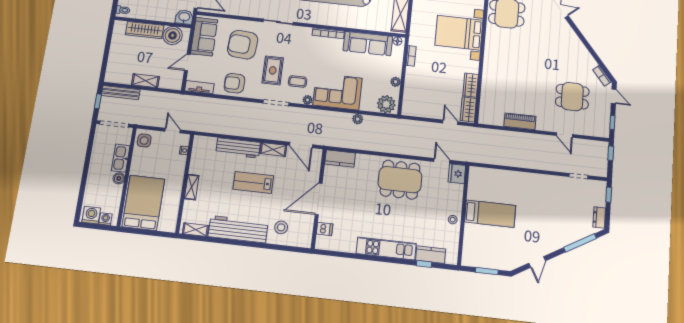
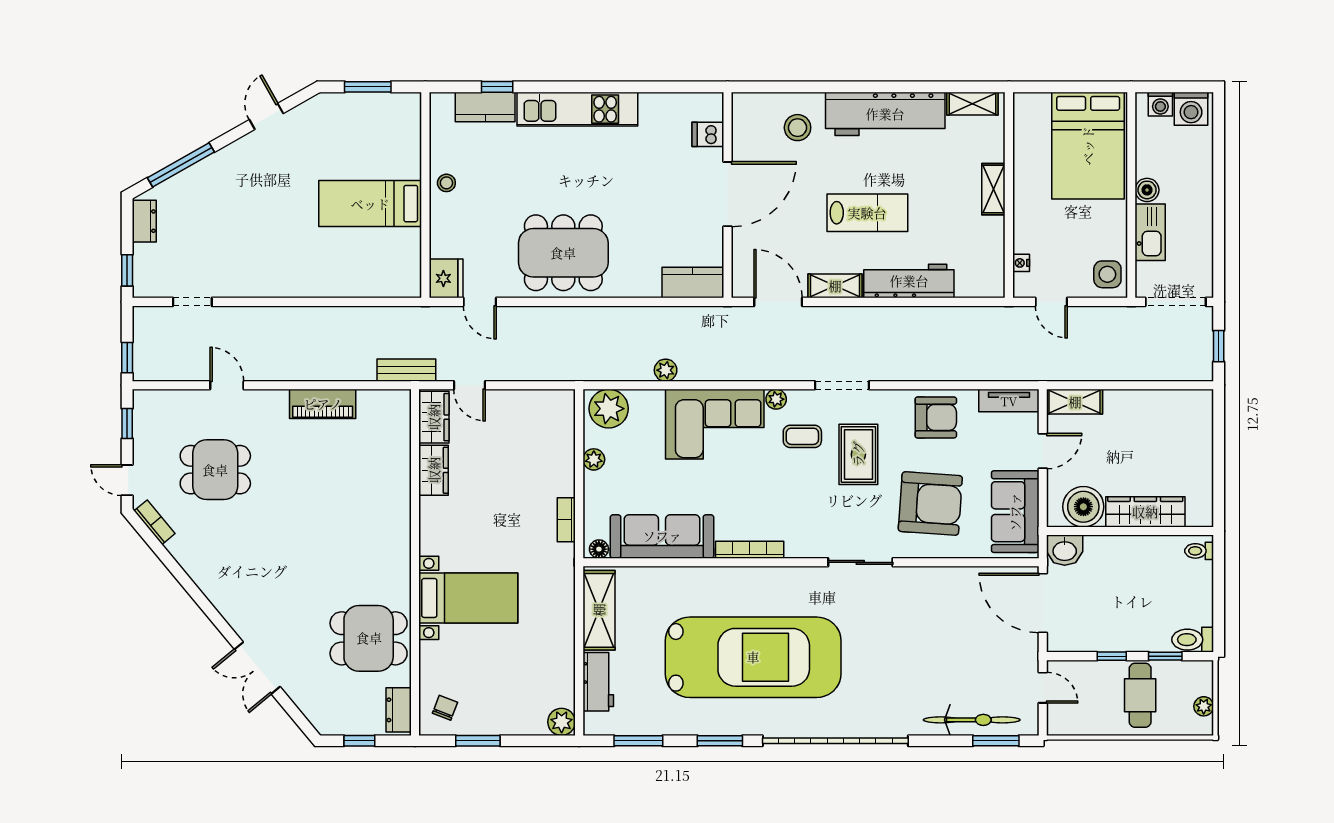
bed with nightstands: (459, 33) -> (468, 598), width x0.73
shelving: (145, 81) -> (1075, 402), moved
bench: (121, 93) -> (406, 370), moved, width x0.73

